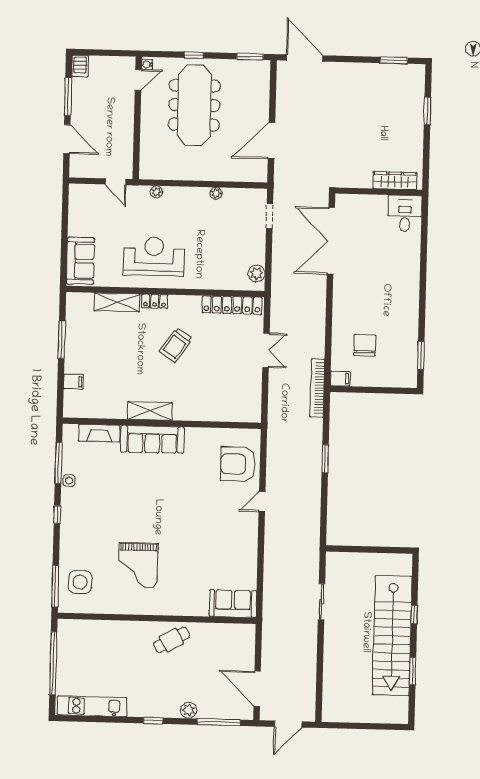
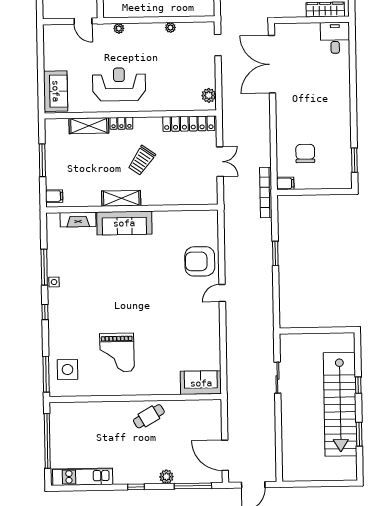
shelving: (150, 411) -> (121, 198), moved
wall: (162, 423) -> (132, 209), moved
fireplace: (99, 433) -> (78, 220), moved
sofa: (152, 439) -> (124, 223), moved

